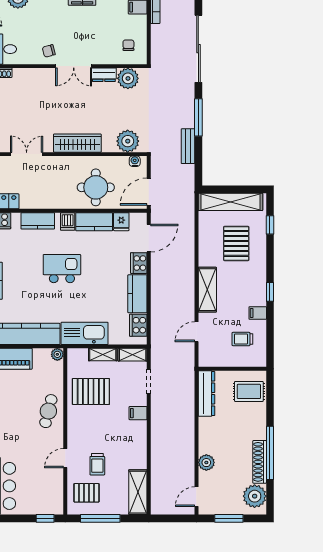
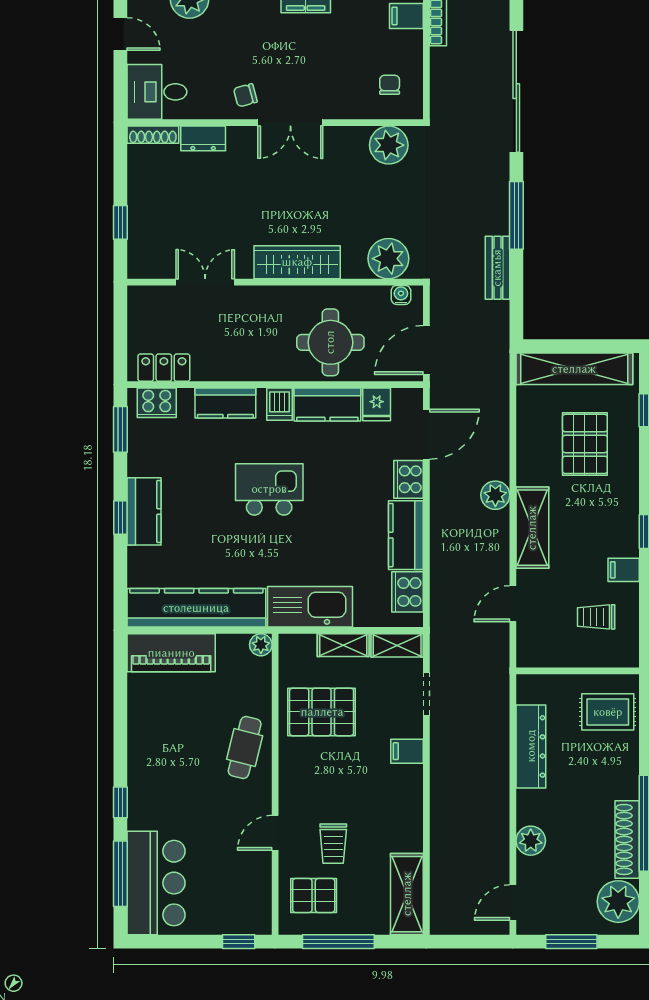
dresser: (104, 75) -> (203, 138), moved
plant: (187, 272) -> (495, 495), added
dresser: (206, 394) -> (531, 746), moved

